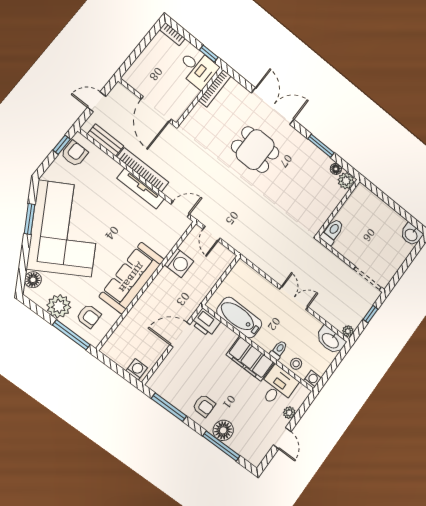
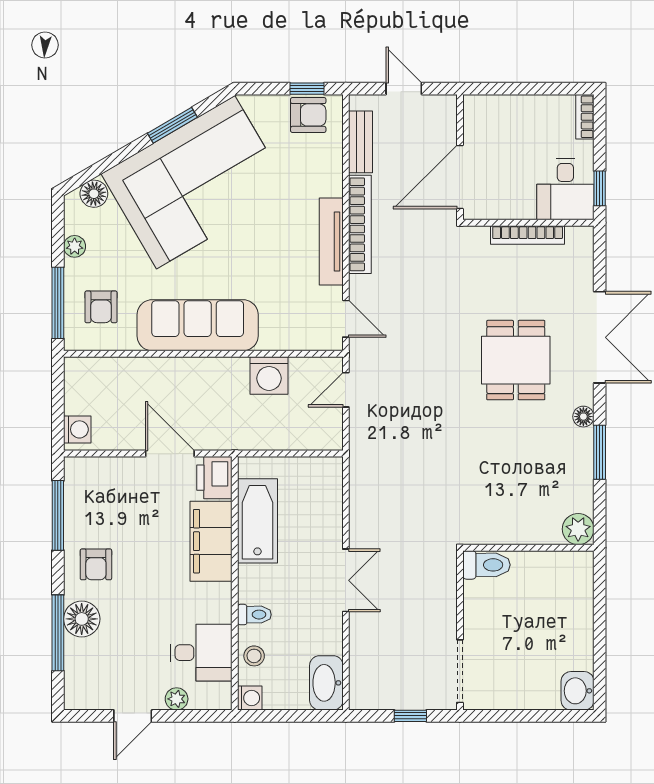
bookcase: (215, 88) -> (528, 235), moved
floor lamp: (336, 169) -> (583, 417), moved
plant: (59, 306) -> (75, 246), width x0.53, depth x0.53
plant: (348, 331) -> (359, 699), removed
filing cabinet: (250, 359) -> (211, 541), moved

